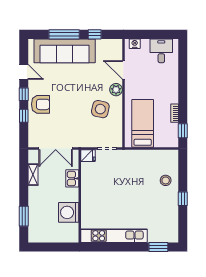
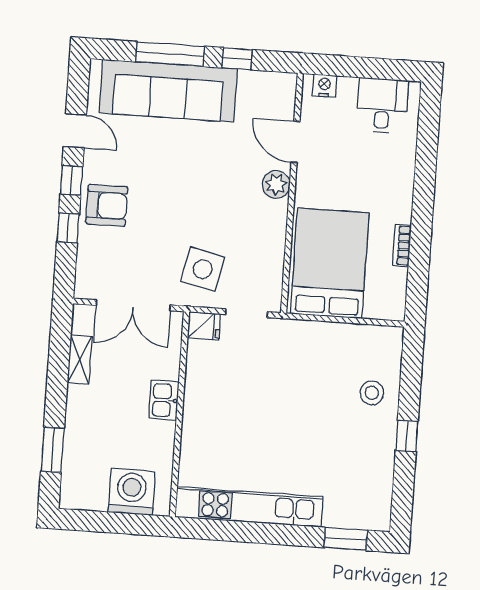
side table: (100, 109) -> (203, 269), moved
bed: (143, 123) -> (330, 263), width x1.50
window: (183, 131) -> (417, 285), removed
kitchen sink: (72, 178) -> (164, 400), moved
washing machine: (69, 212) -> (132, 492), moved, turned 90

